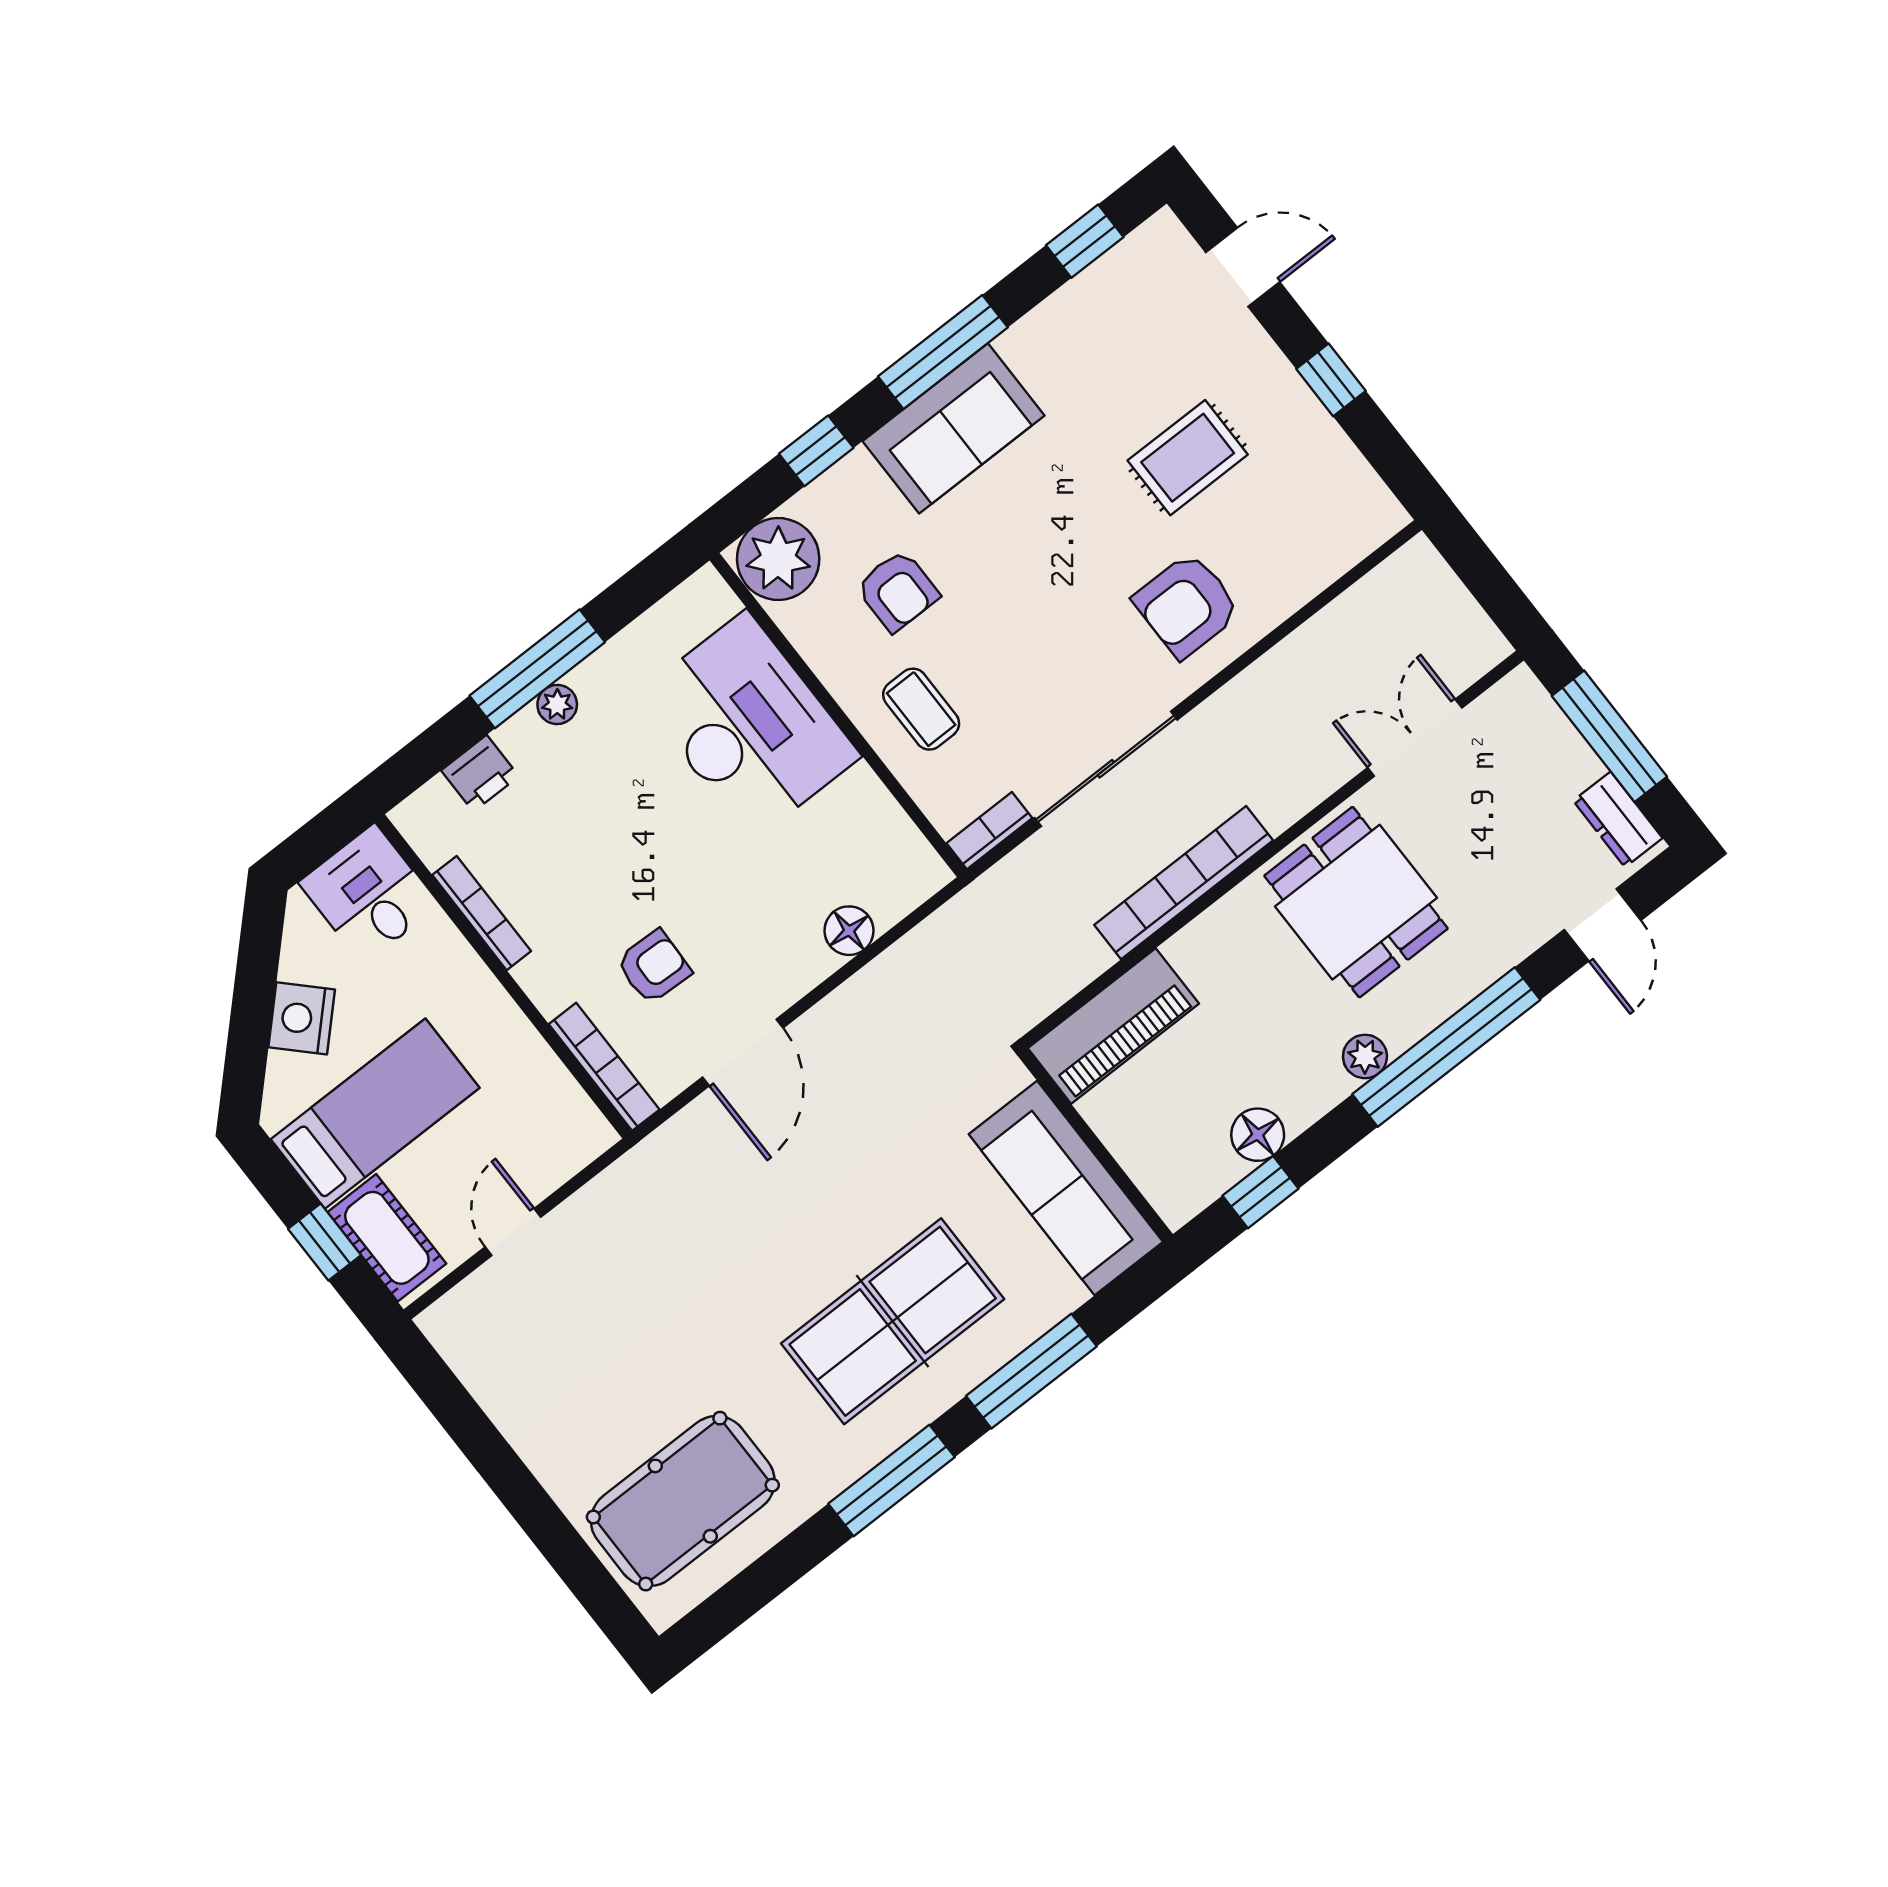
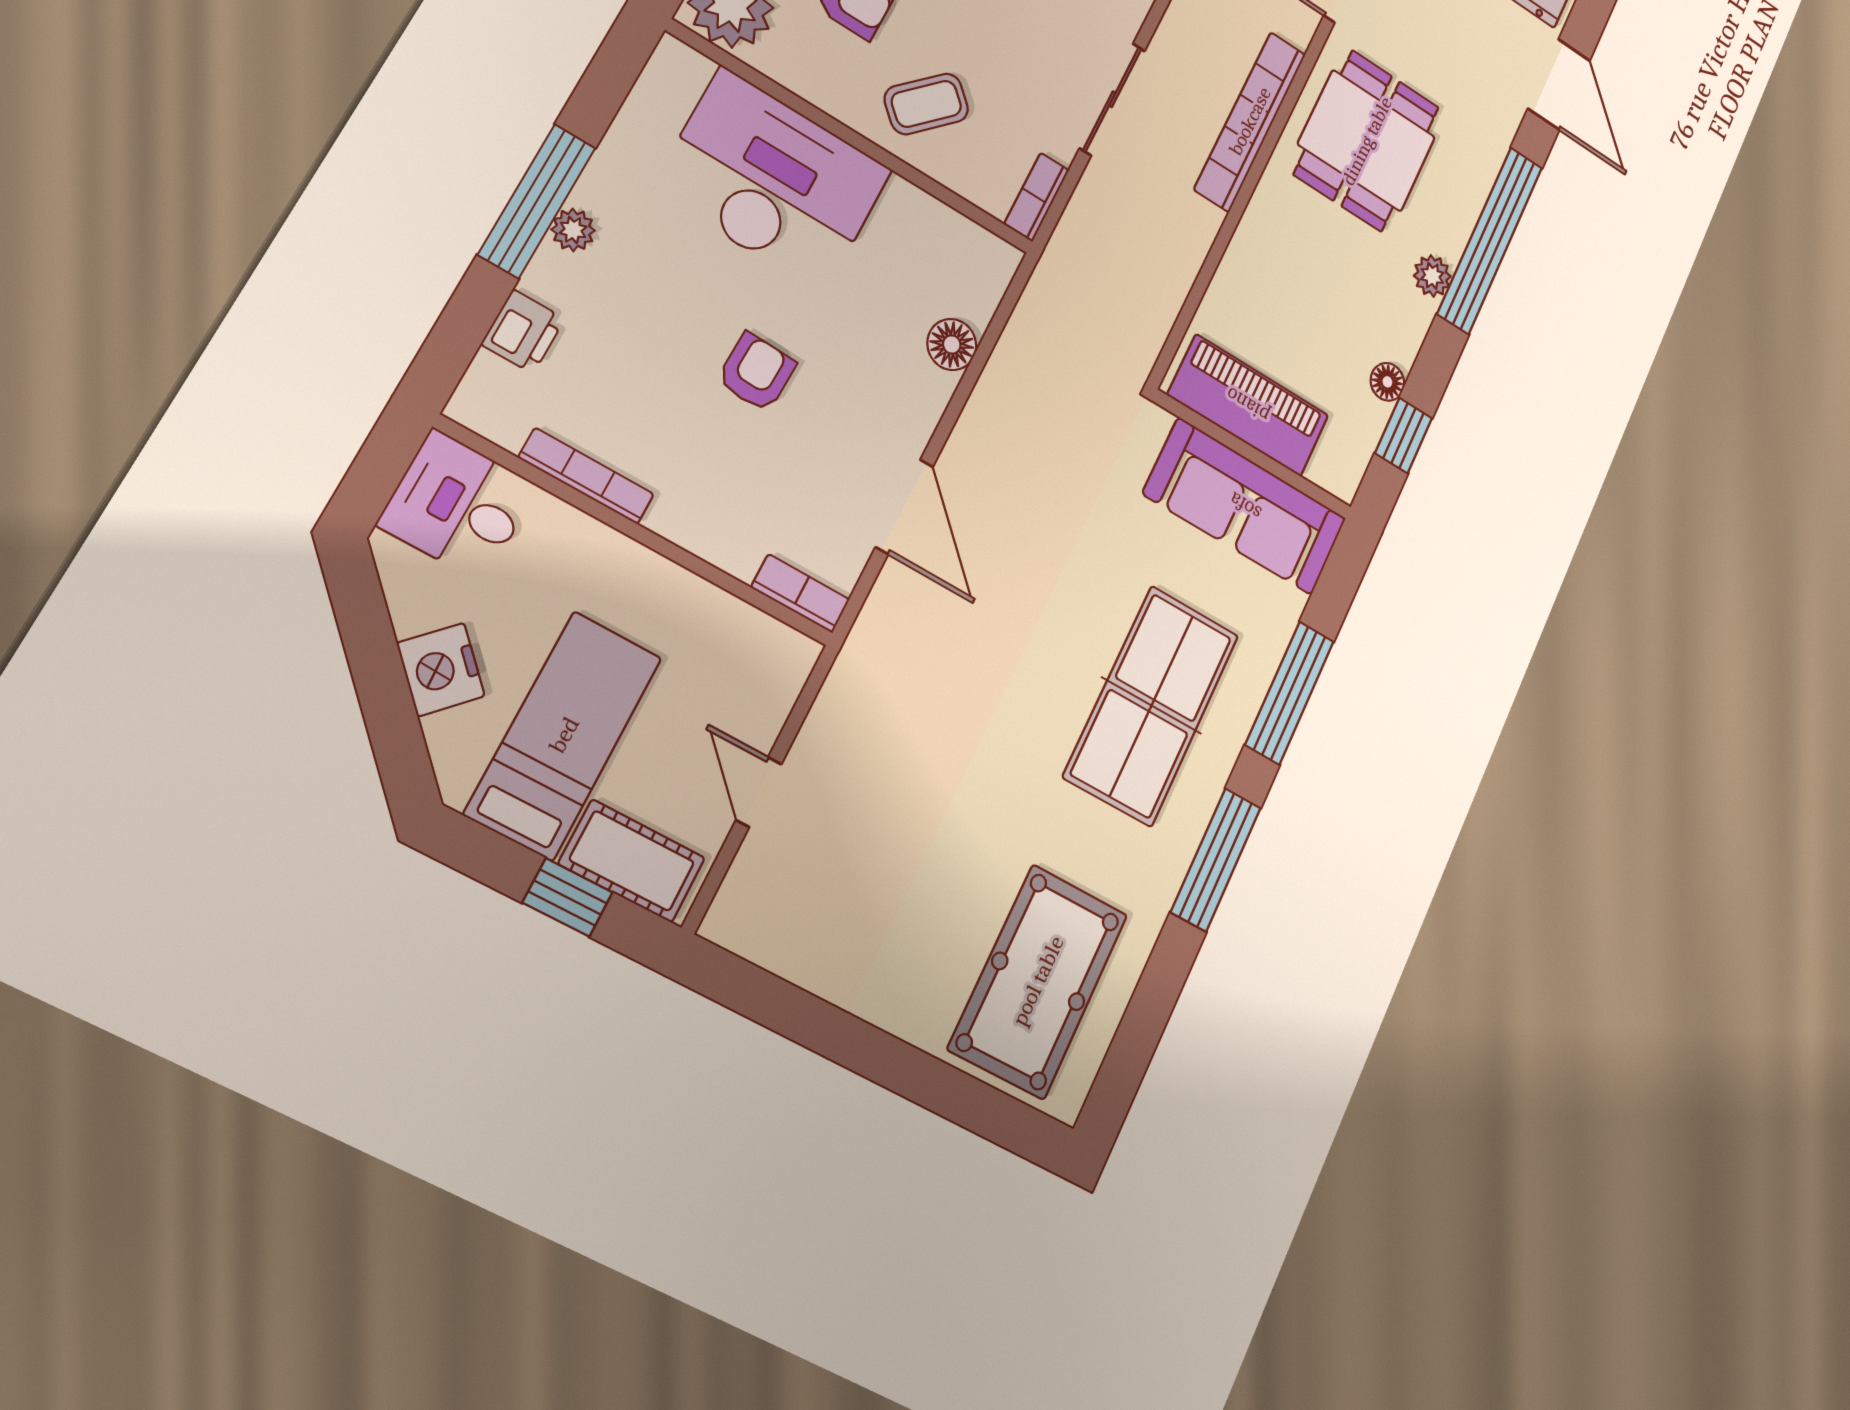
coffee table: (921, 709) -> (926, 104), turned -46
sliding door: (1106, 769) -> (1112, 99), width x0.73
bookcase: (1184, 883) -> (1250, 121), moved
dining table: (1356, 902) -> (1367, 141), turned 90
door: (1603, 925) -> (1559, 84), width x1.38
armchair: (654, 967) -> (756, 372), moved
piano: (1113, 1026) -> (1248, 405), moved, turned -90
bookcase: (604, 1067) -> (800, 593), width x0.64
floor lamp: (1258, 1135) -> (1387, 382), width x0.73, depth x0.73

